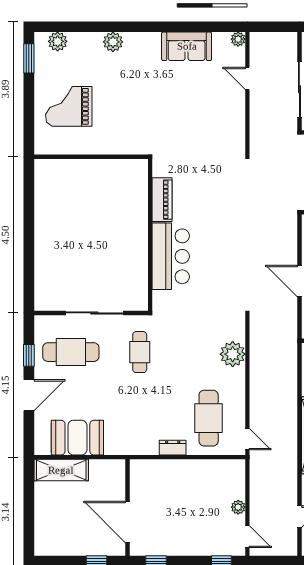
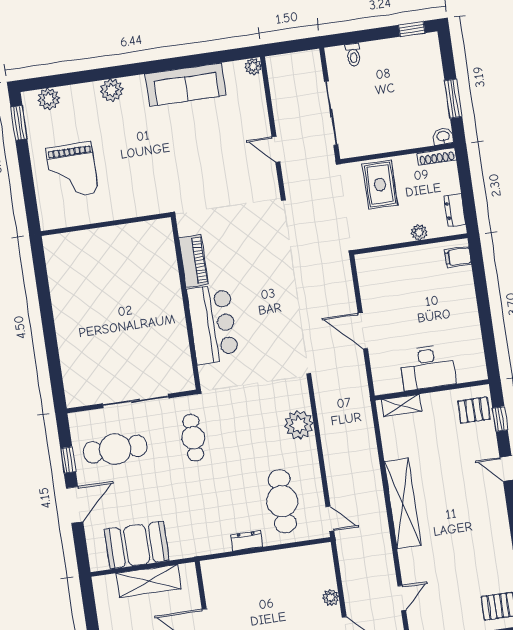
sofa: (187, 46) -> (186, 85), width x1.36
door: (247, 78) -> (276, 149), moved
grand piano: (69, 106) -> (72, 171), turned -90
shelving: (61, 470) -> (149, 581), moved

